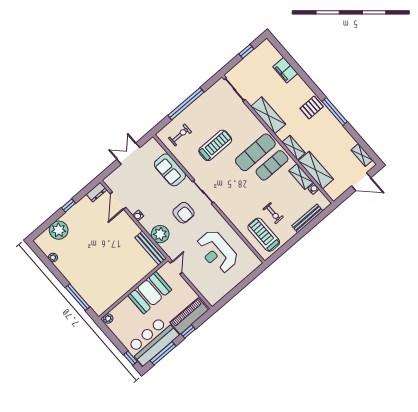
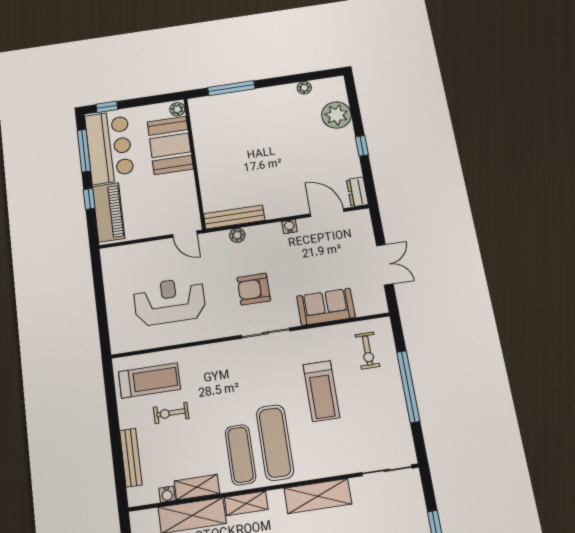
plant: (160, 234) -> (237, 235), width x0.53, depth x0.53
booth: (150, 293) -> (170, 145), moved

